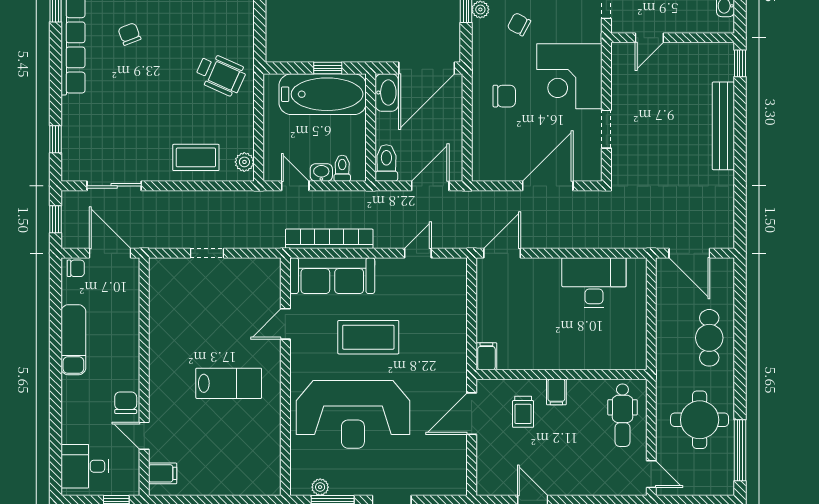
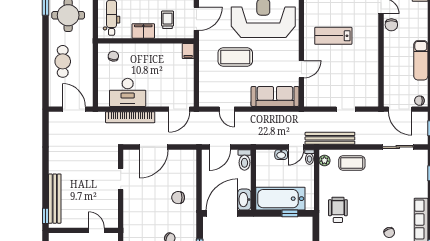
door: (649, 38) -> (96, 230), hinge flipped
window: (328, 68) -> (290, 213), moved
wheelchair: (221, 74) -> (338, 210), turned 66
corner desk: (569, 76) -> (141, 209), removed
bench: (723, 126) -> (55, 199), moved
toilet: (342, 168) -> (309, 157), moved
door: (295, 186) -> (296, 147), hinge flipped
bench: (235, 201) -> (330, 138), added
bookcase: (329, 239) -> (130, 117), moved
door: (418, 253) -> (227, 109), hinge flipped
coffee table: (368, 337) -> (235, 57), moved
chair: (619, 347) -> (113, 56), added
filing cabinet: (556, 392) -> (143, 31), width x2.00

